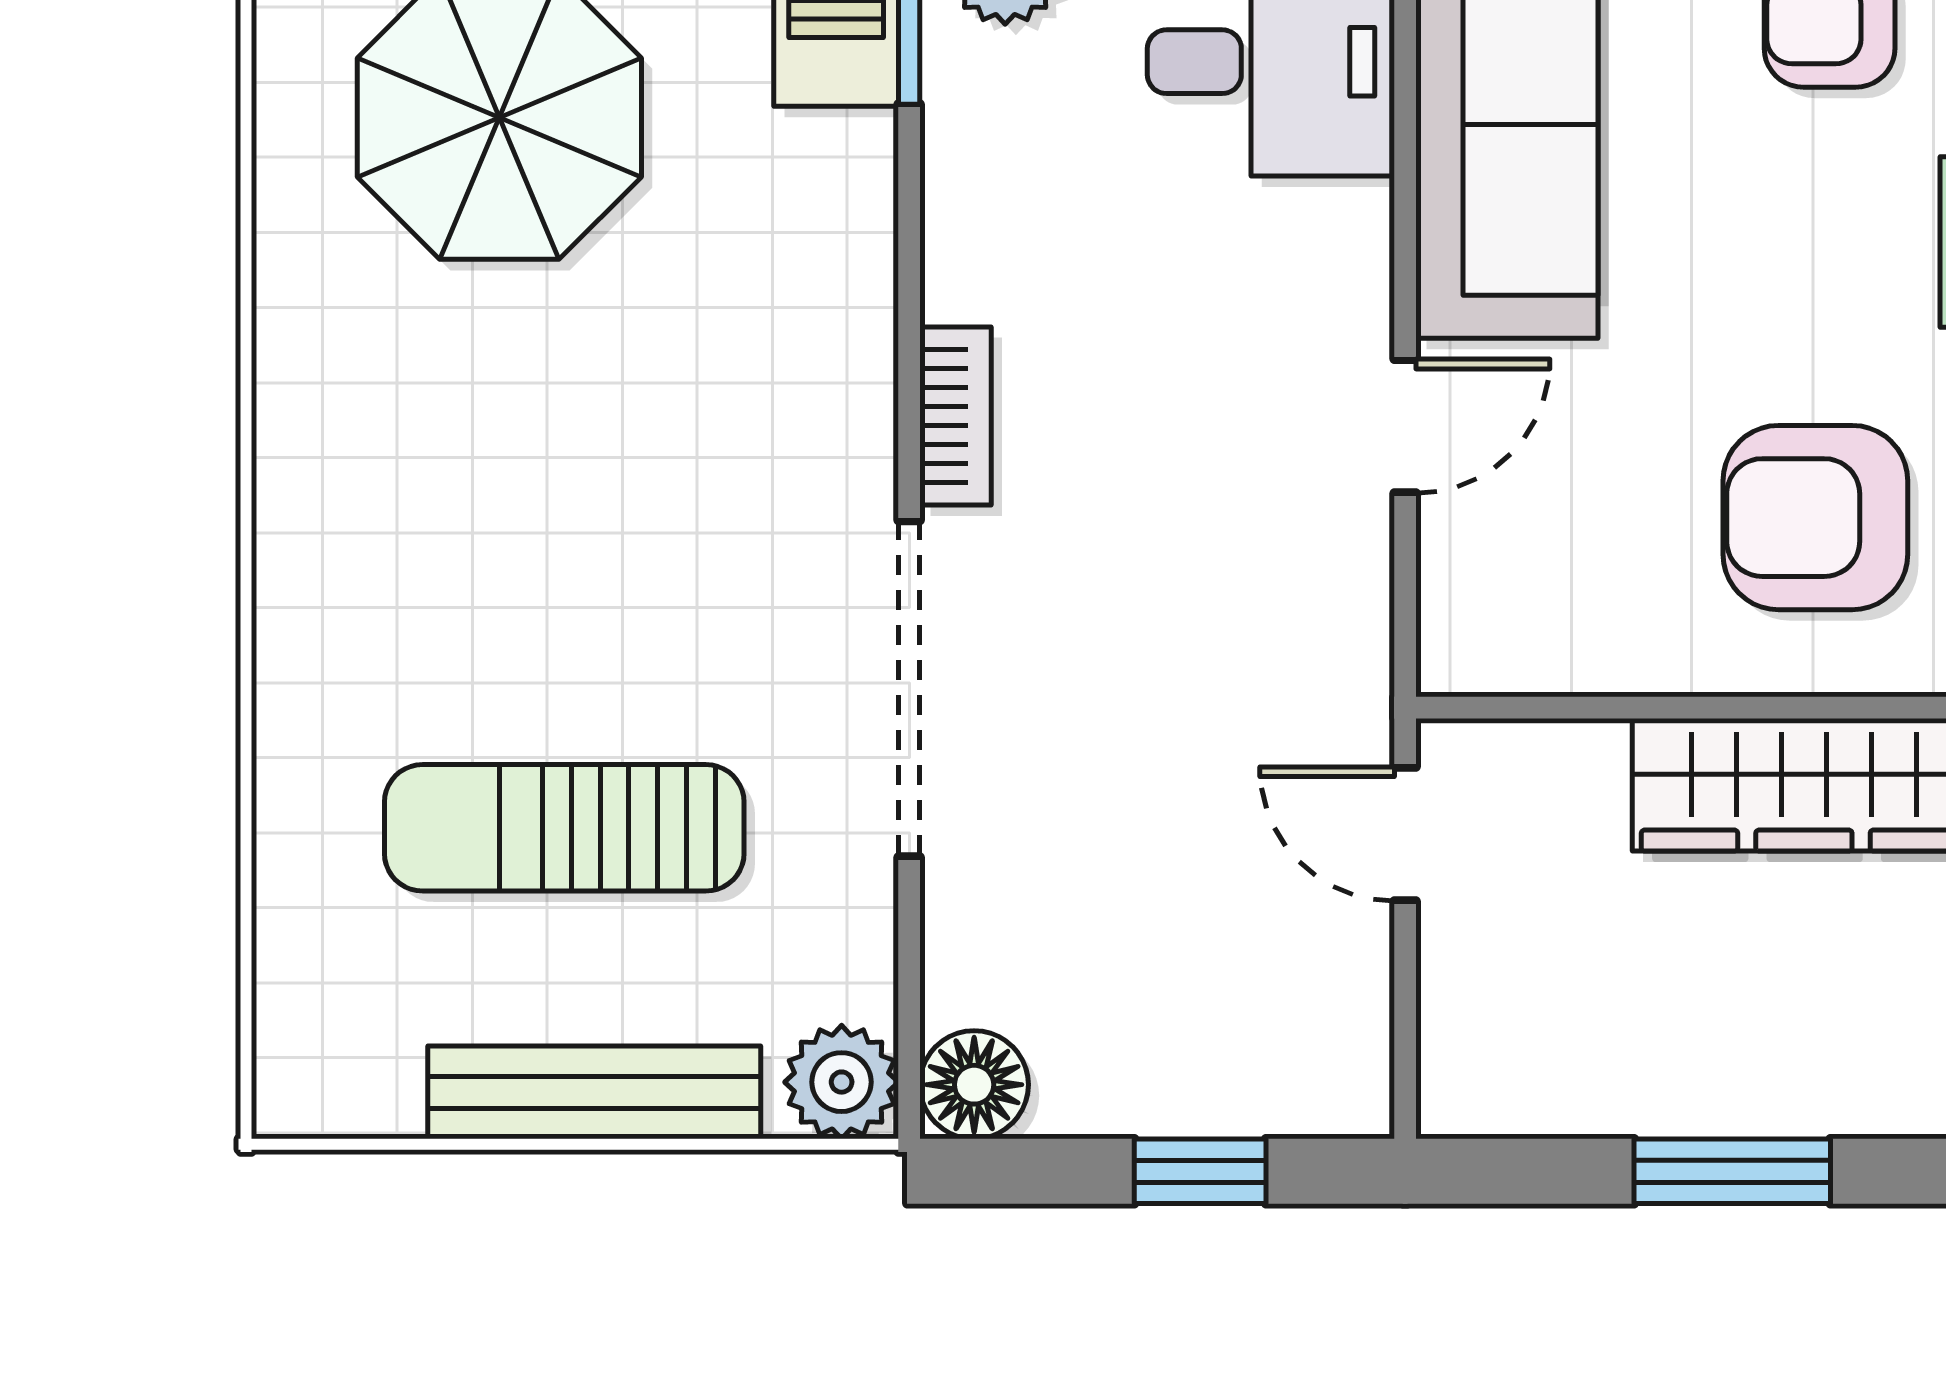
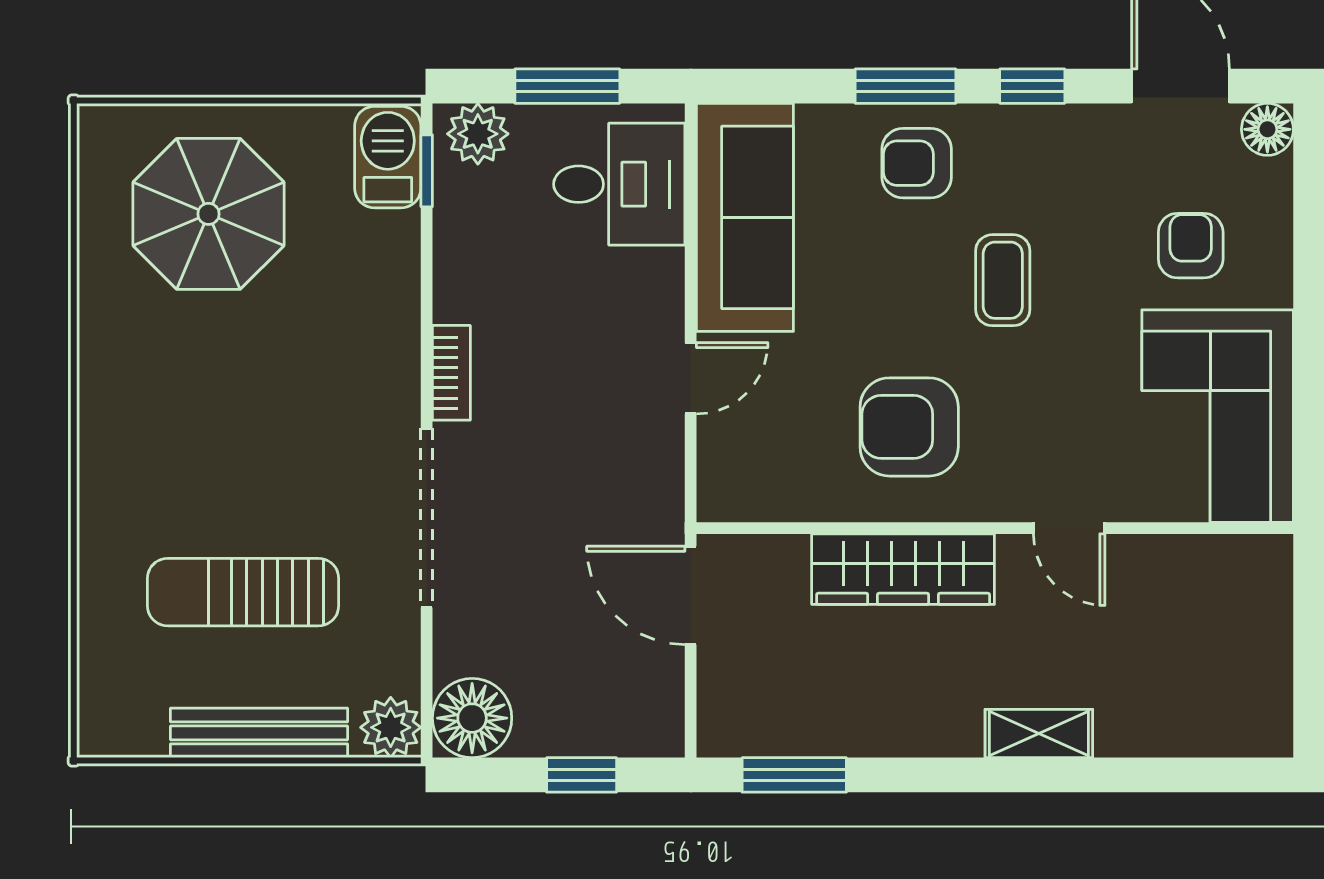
door: (1405, 834) -> (691, 595), width x1.38
floor lamp: (974, 1085) -> (472, 718), width x1.38, depth x1.38
window: (1732, 1171) -> (794, 775), moved

